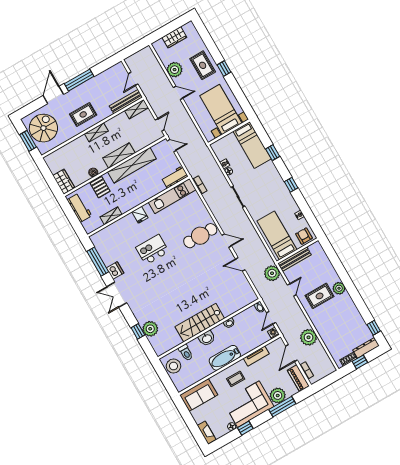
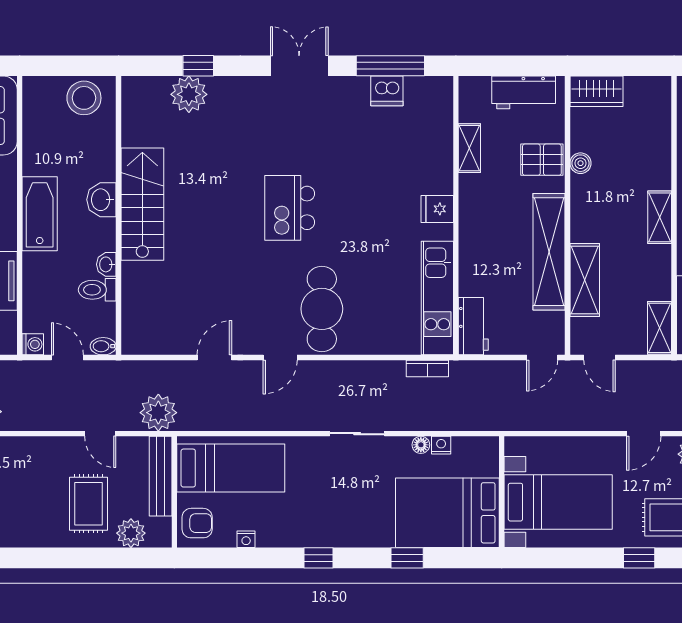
bed: (252, 145) -> (447, 513), width x1.50
shelving: (119, 156) -> (585, 280), moved
kitchen island: (152, 250) -> (290, 208), moved, turned 180
dishwasher: (115, 271) -> (387, 91), moved
plant: (339, 288) -> (131, 533), moved
rug: (320, 296) -> (88, 504), moved
toilet: (186, 353) -> (97, 290), moved

